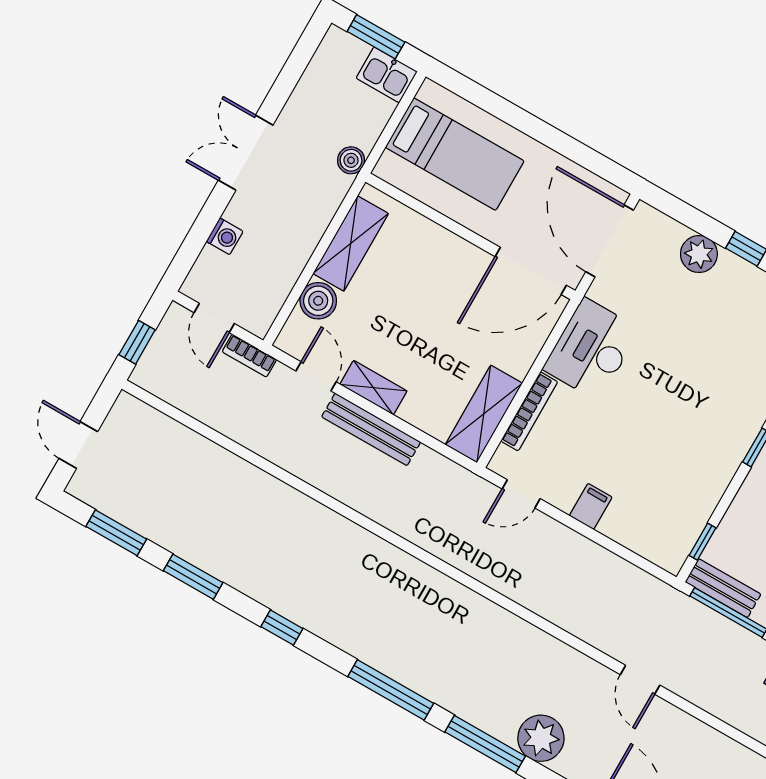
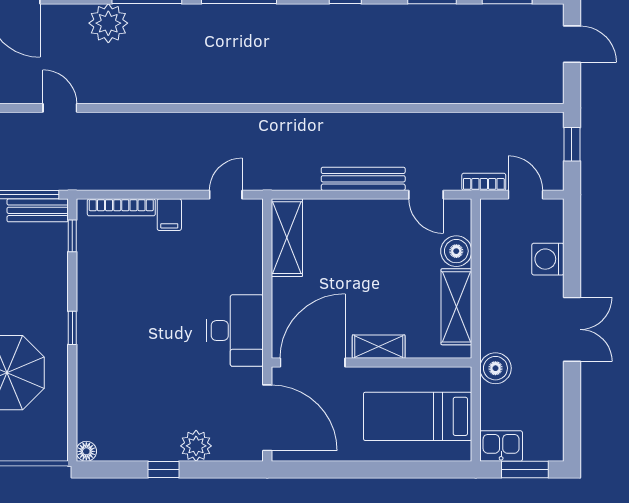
boiler: (351, 160) -> (495, 368), width x1.36, depth x1.36
washing machine: (225, 236) -> (548, 259), width x1.38, depth x1.38
shelving: (373, 388) -> (379, 347), moved
bookcase: (529, 411) -> (121, 207), moved, turned -90

